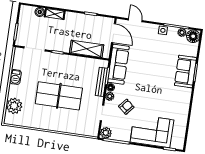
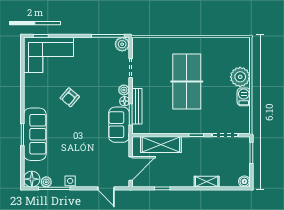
boiler: (40, 12) -> (244, 181), moved
door: (114, 33) -> (131, 169), swing flipped
sofa: (118, 64) -> (119, 125), width x0.73
sofa: (185, 72) -> (35, 134), width x1.36
table tennis table: (59, 96) -> (187, 81), turned 90
plant: (14, 106) -> (240, 77), moved
armchair: (126, 107) -> (70, 97), moved
corner sofa: (152, 131) -> (49, 55), moved

